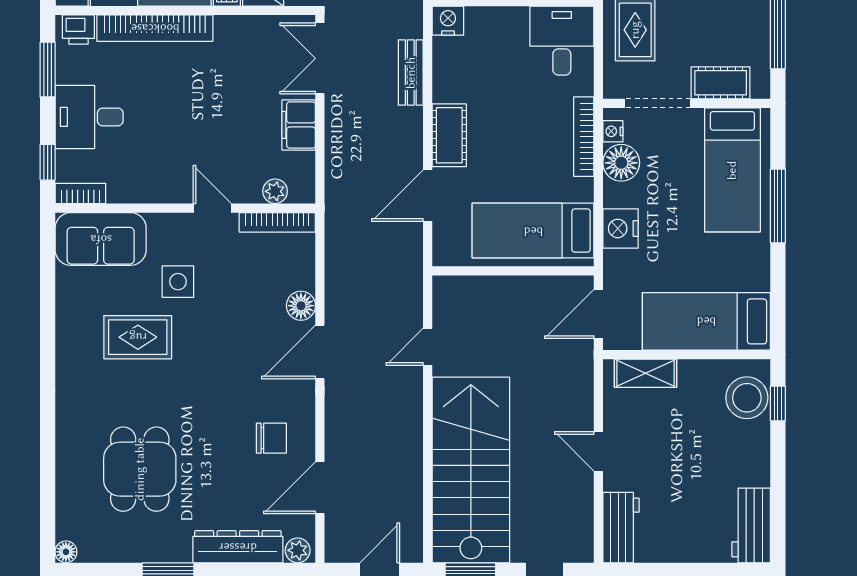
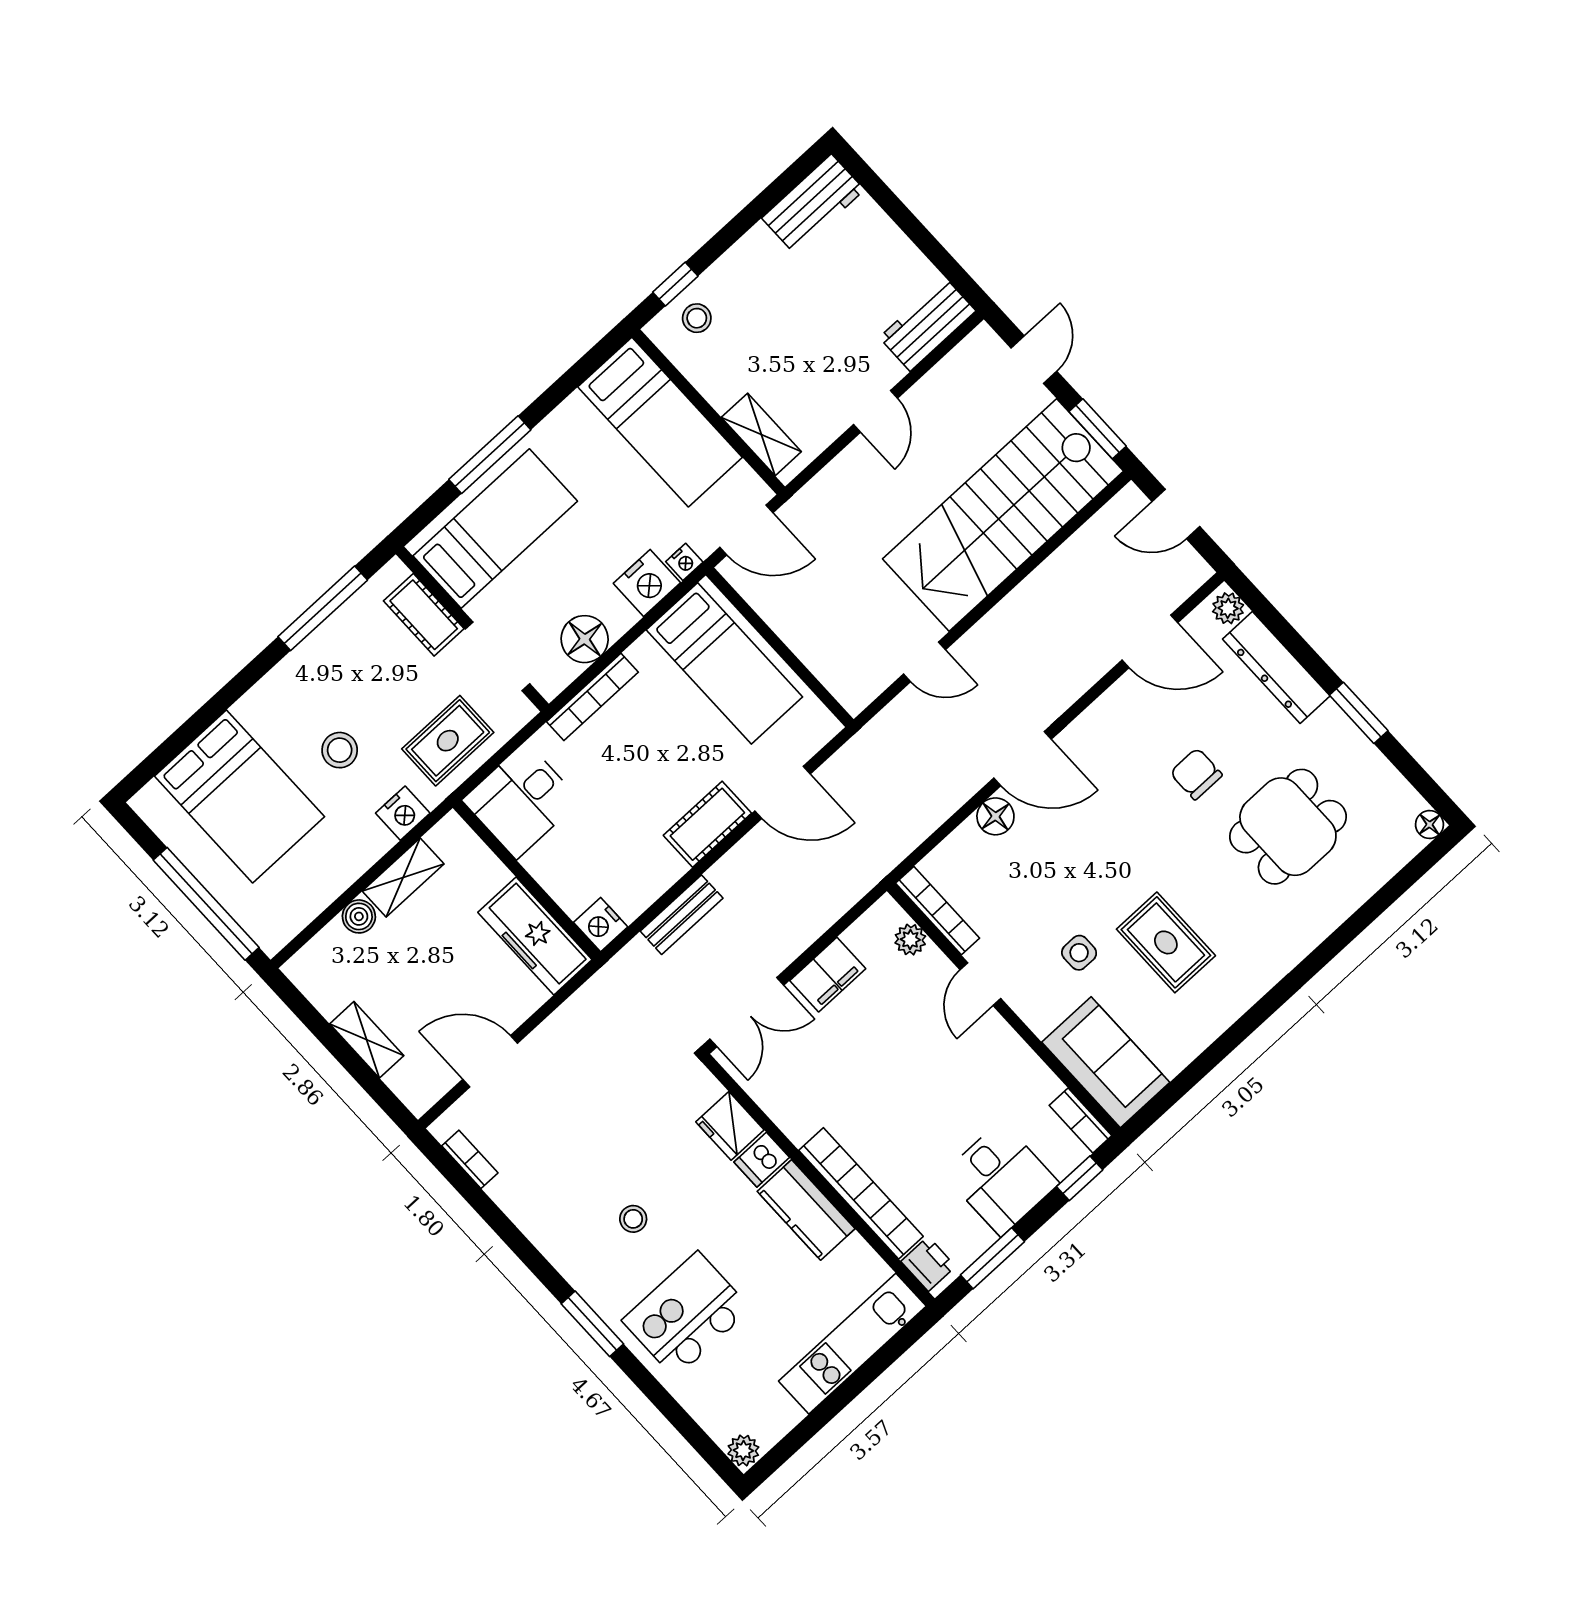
nightstand: (613, 131) -> (684, 562), moved
side table: (178, 282) -> (1079, 953), width x0.73, depth x0.73
stool: (747, 398) -> (697, 318), width x0.53, depth x0.53
chair: (271, 438) -> (1196, 774), moved

